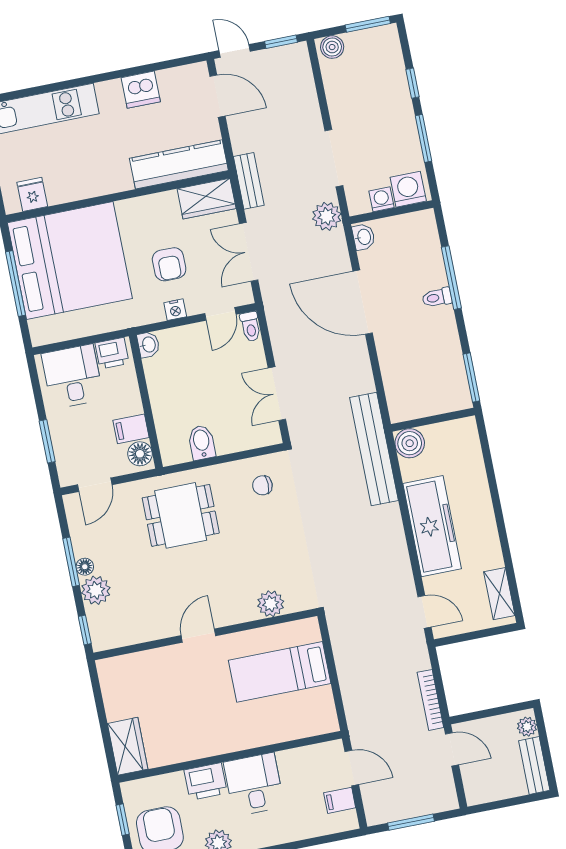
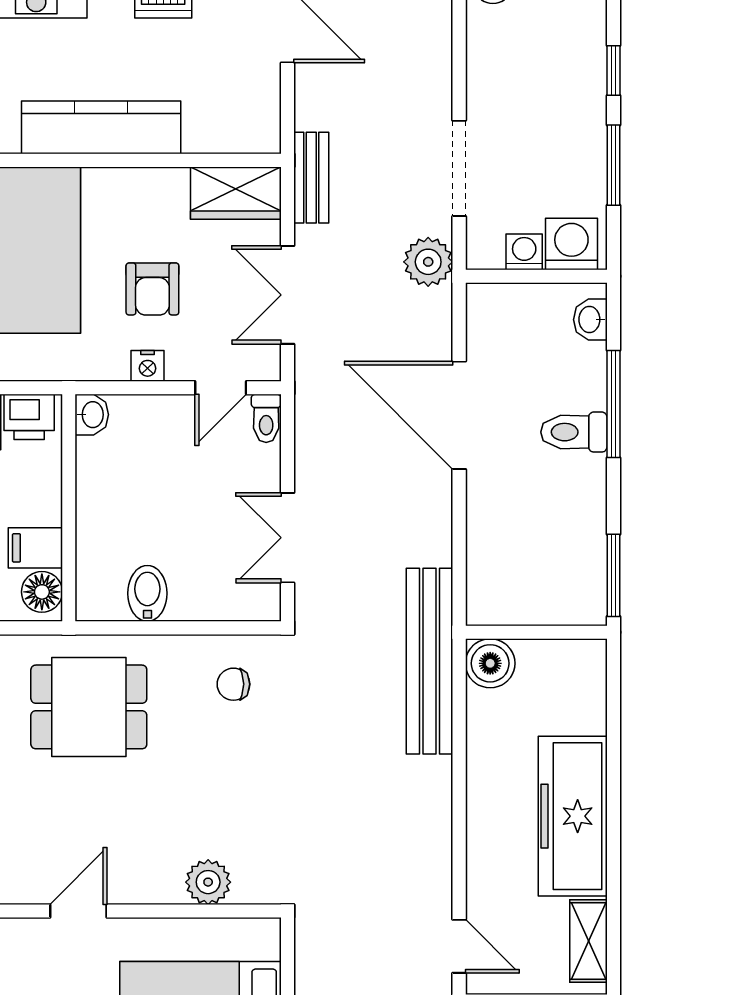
kitchen counter: (179, 164) -> (101, 127), moved
washbasin: (364, 237) -> (590, 320), moved, turned 180
toilet: (437, 298) -> (574, 432), width x1.37, depth x1.39
freezer: (432, 526) -> (573, 816), moved, turned 180

